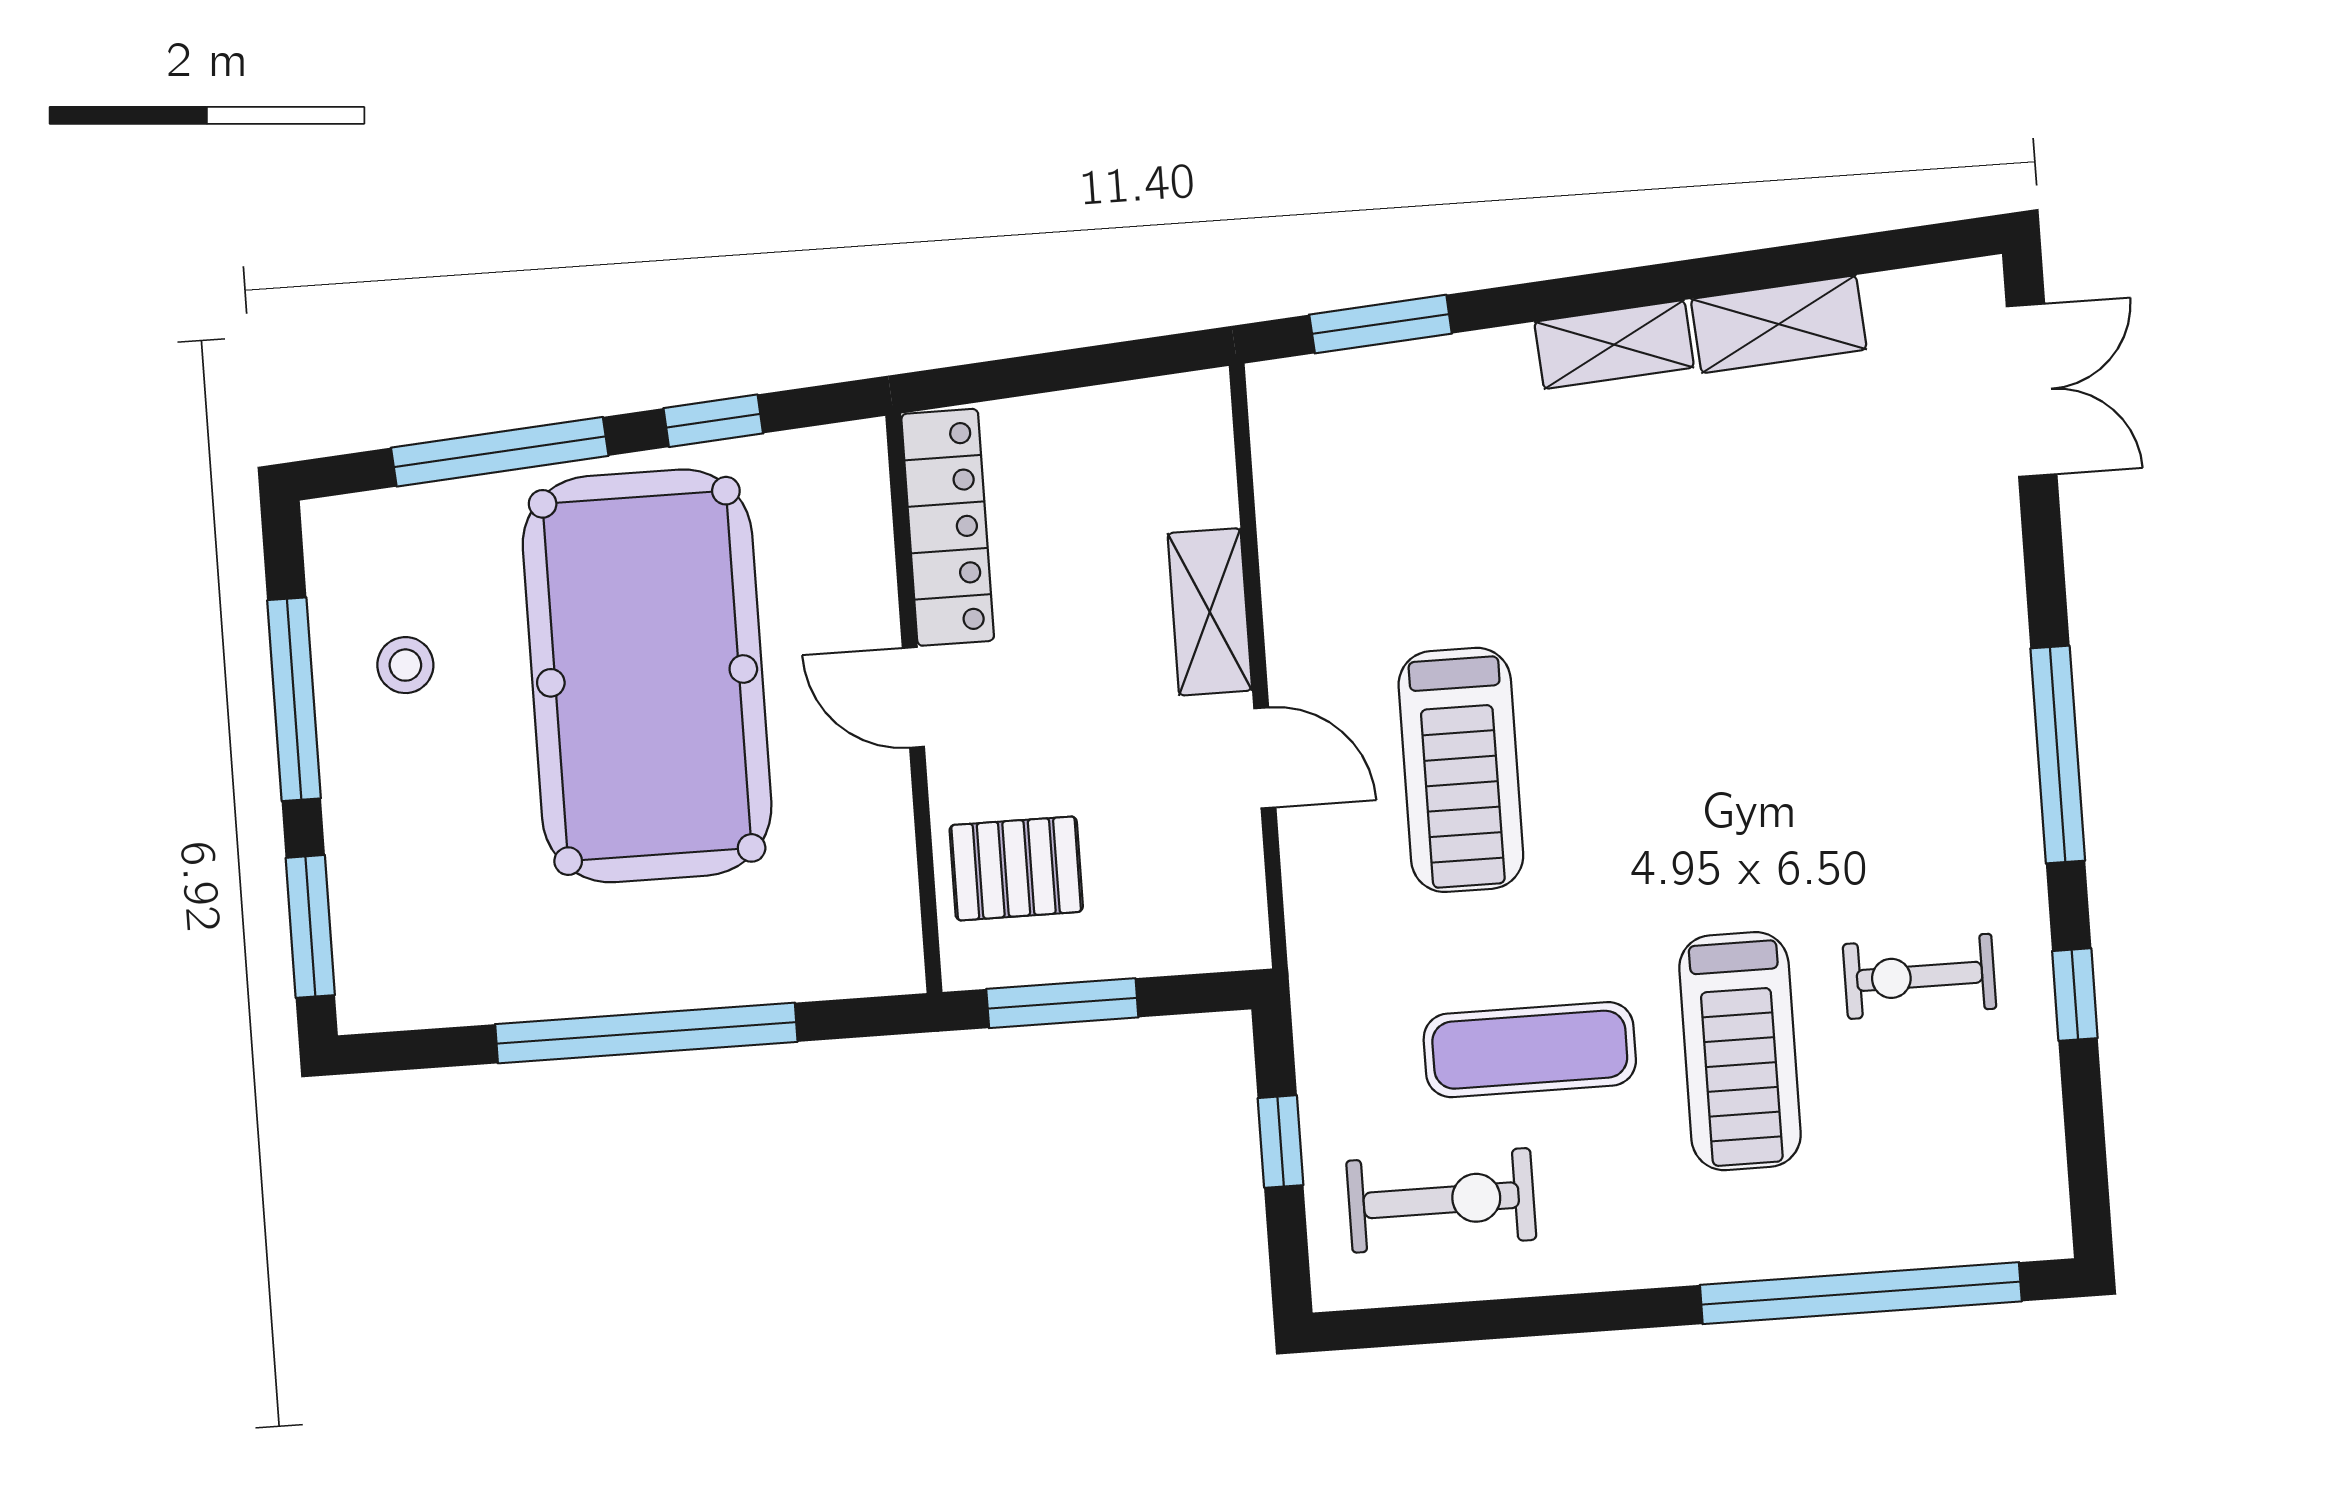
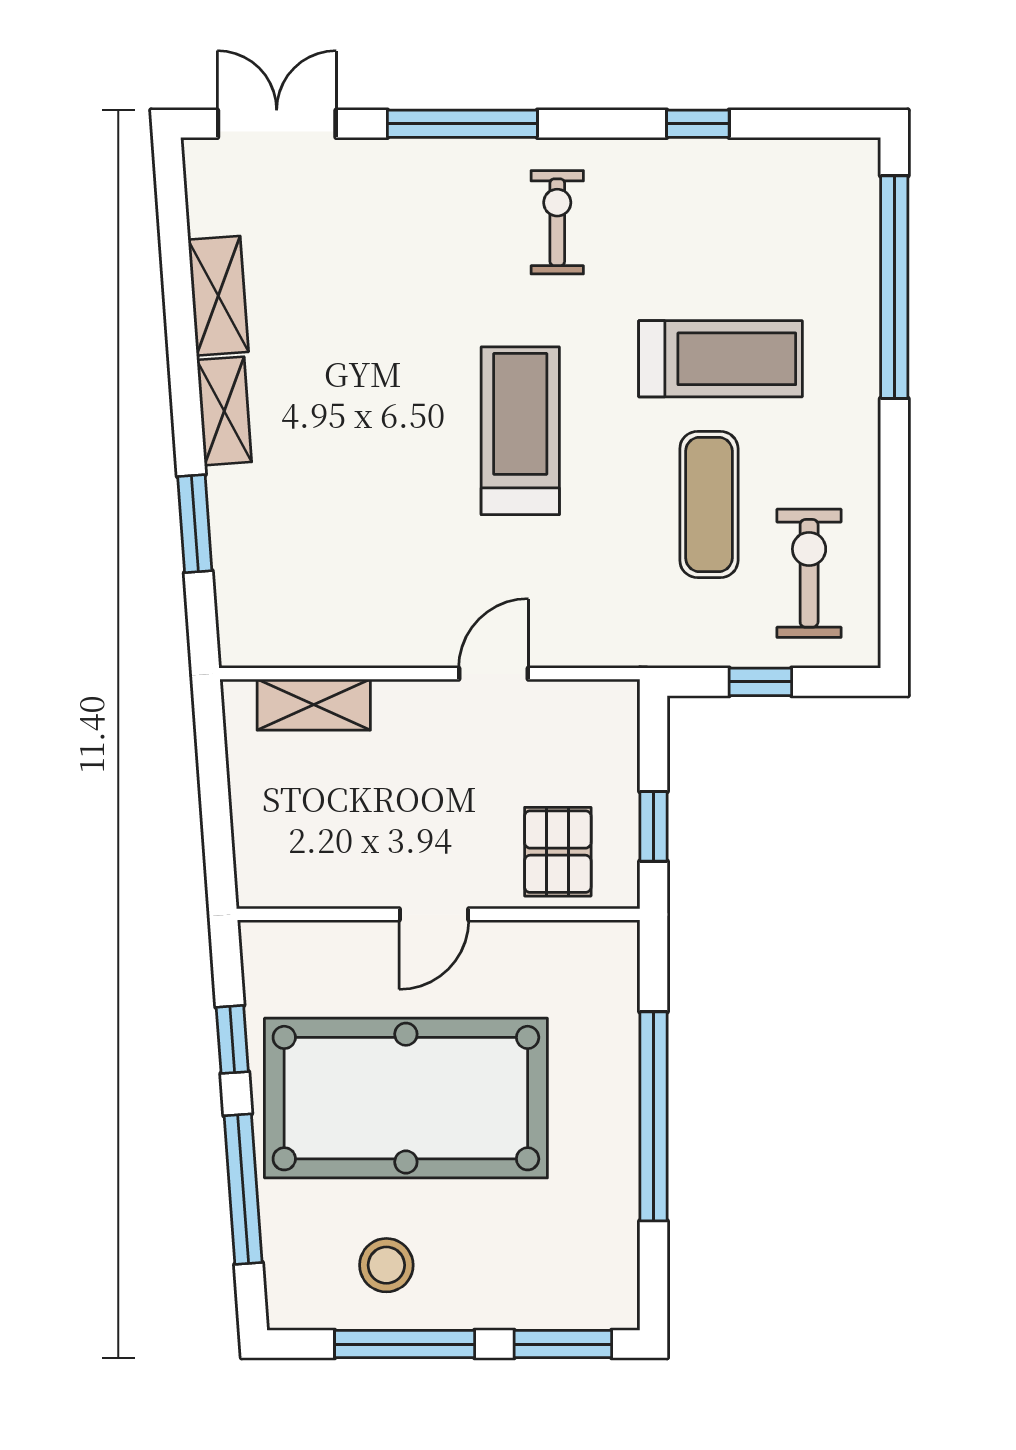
window: (1381, 324) -> (195, 524), moved
locker: (948, 527) -> (318, 882), removed
shelving: (1210, 612) -> (314, 705), moved
stool: (405, 665) -> (386, 1265), width x1.37, depth x1.37
window: (2058, 755) -> (462, 124), moved
treadmill: (1461, 770) -> (520, 431), moved, turned -90
exercise bike: (1920, 976) -> (557, 222), moved, turned 180
window: (1062, 1003) -> (653, 826), width x0.67

